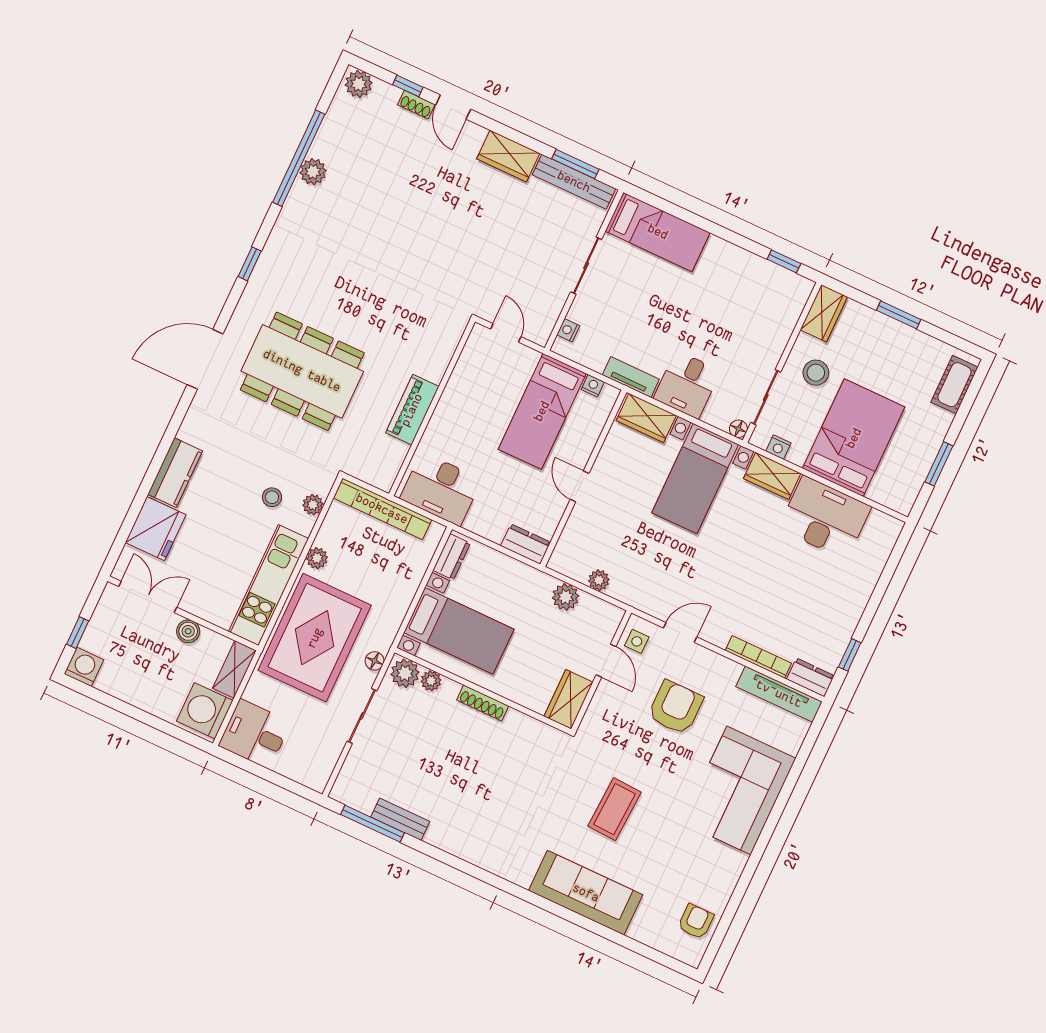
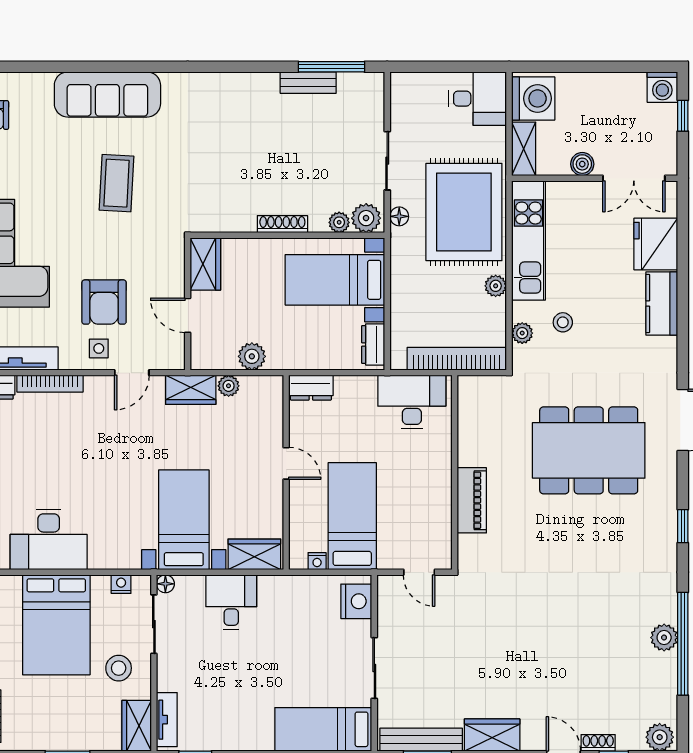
nightstand: (568, 330) -> (356, 601), width x1.89, depth x1.79
tv unit: (631, 377) -> (167, 720), moved, turned -90
piano: (412, 410) -> (472, 500), moved
wardrobe: (772, 476) -> (191, 390), moved, turned 180
side table: (637, 641) -> (99, 348), moved

